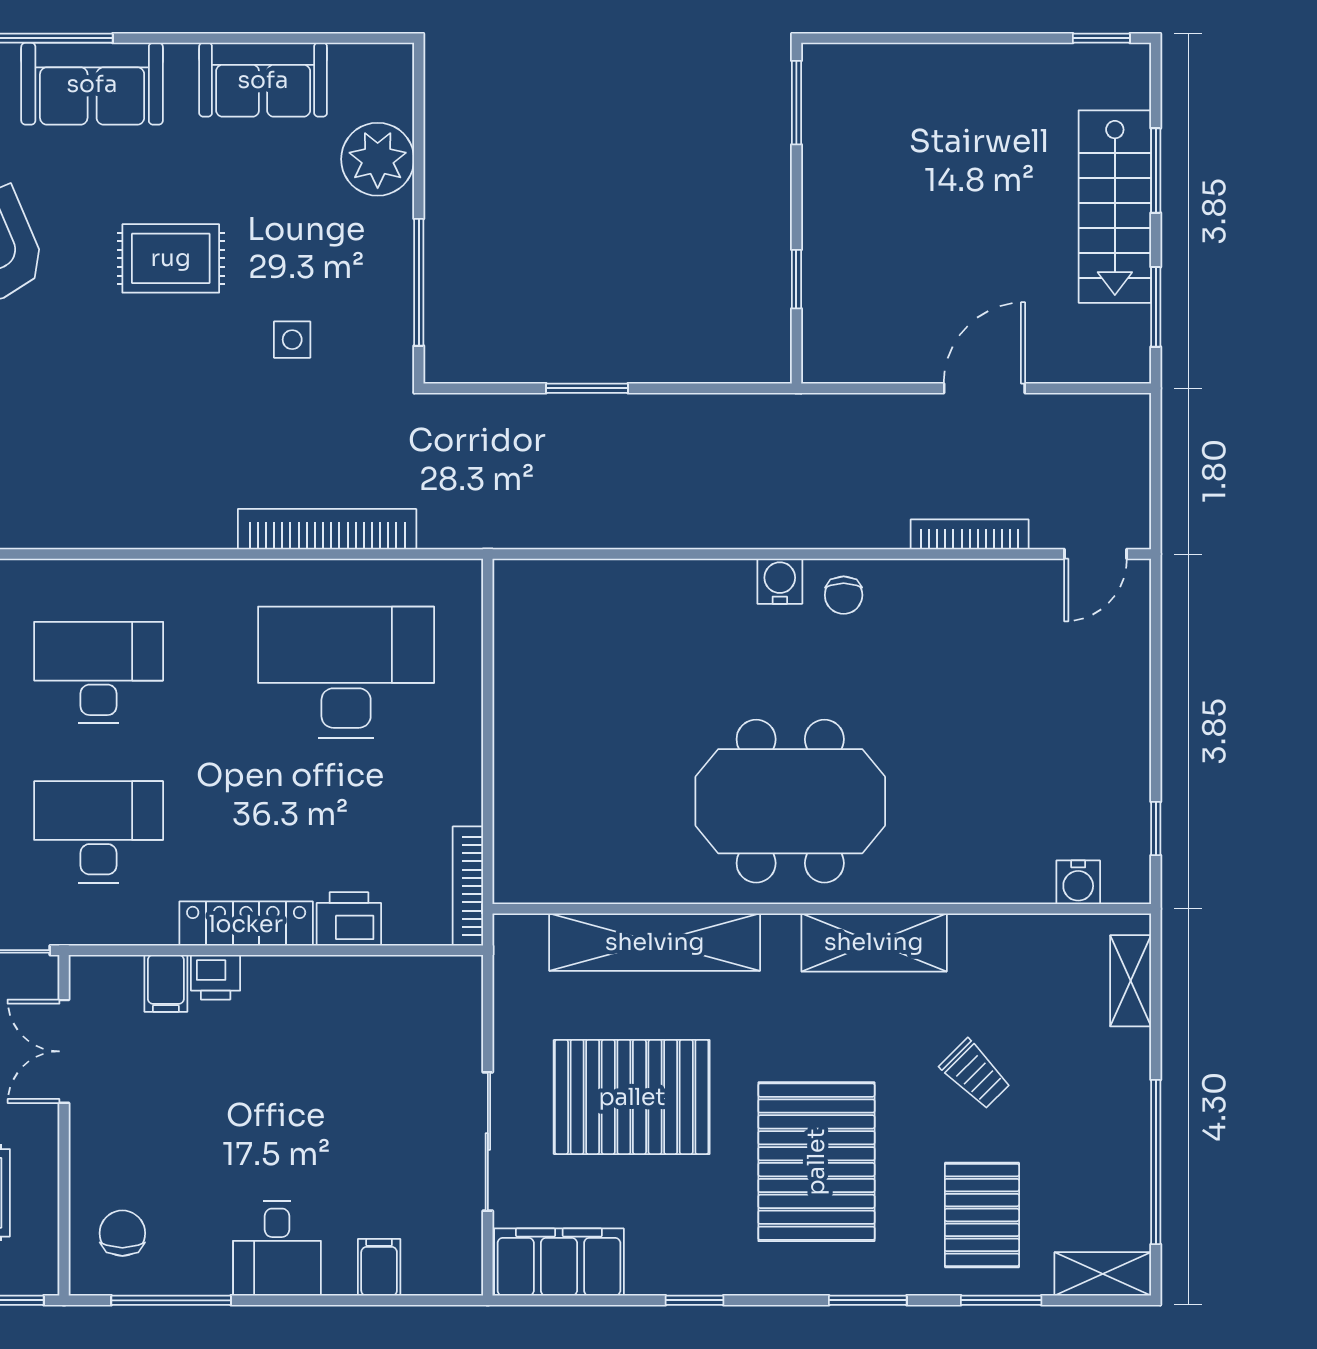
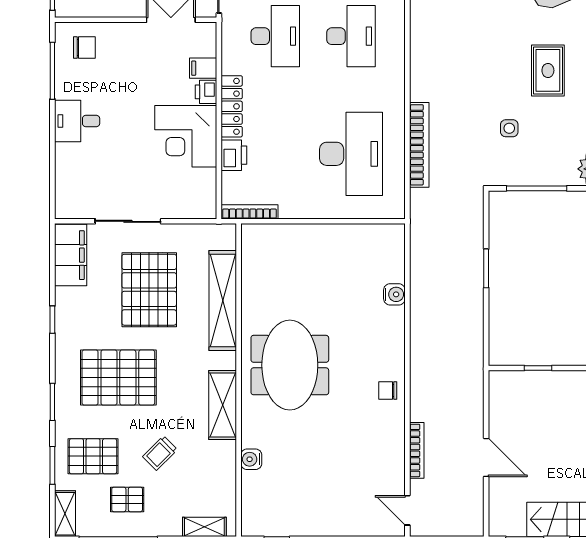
water cooler: (780, 581) -> (394, 294), moved
water cooler: (1078, 882) -> (251, 459), moved
corner desk: (309, 1020) -> (186, 136), added
pallet: (1073, 1143) -> (127, 499), added
filing cabinet: (379, 1267) -> (68, 170), removed

